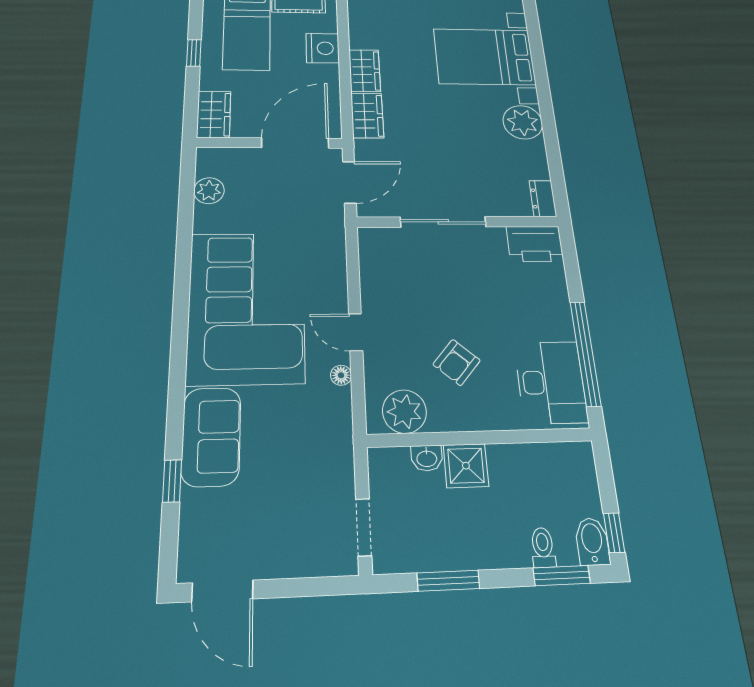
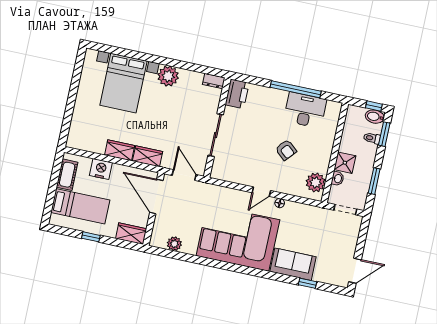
plant: (404, 412) -> (316, 182), moved
wall: (480, 438) -> (335, 153), moved
washbasin: (427, 458) -> (338, 179), moved
shower: (466, 466) -> (345, 163), moved

